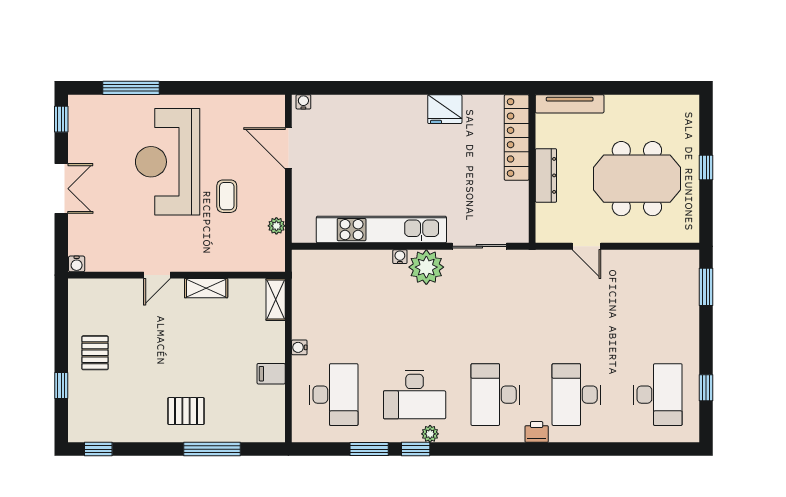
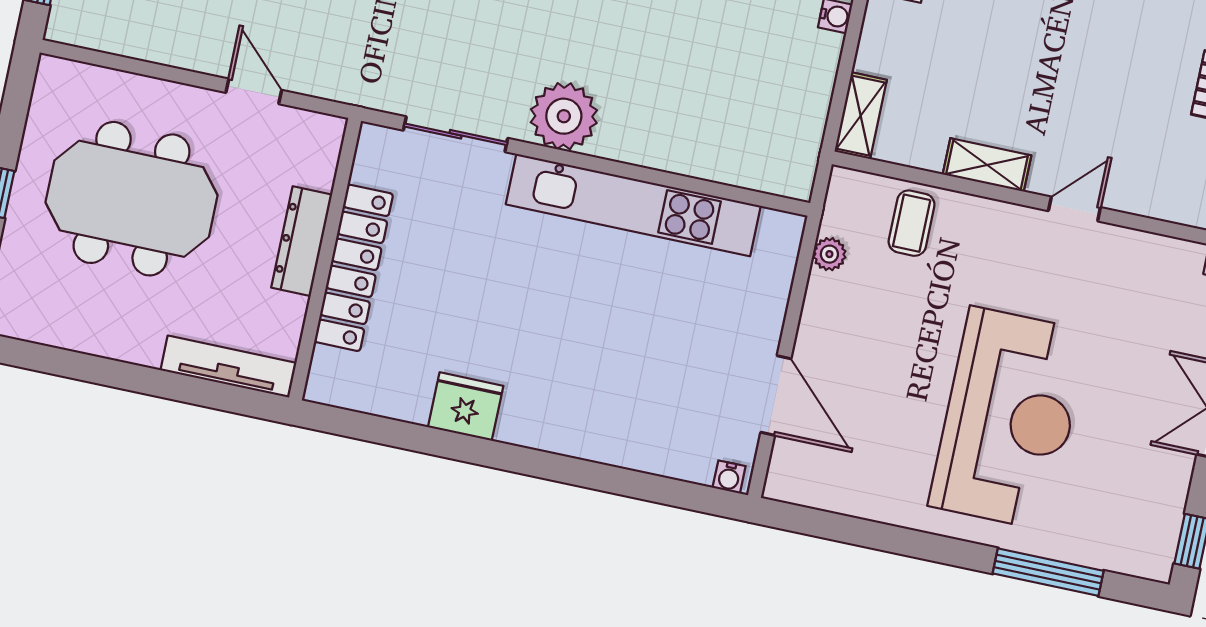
locker: (517, 138) -> (354, 268), moved
coffee table: (227, 196) -> (912, 223), moved
water cooler: (400, 257) -> (609, 147), removed

